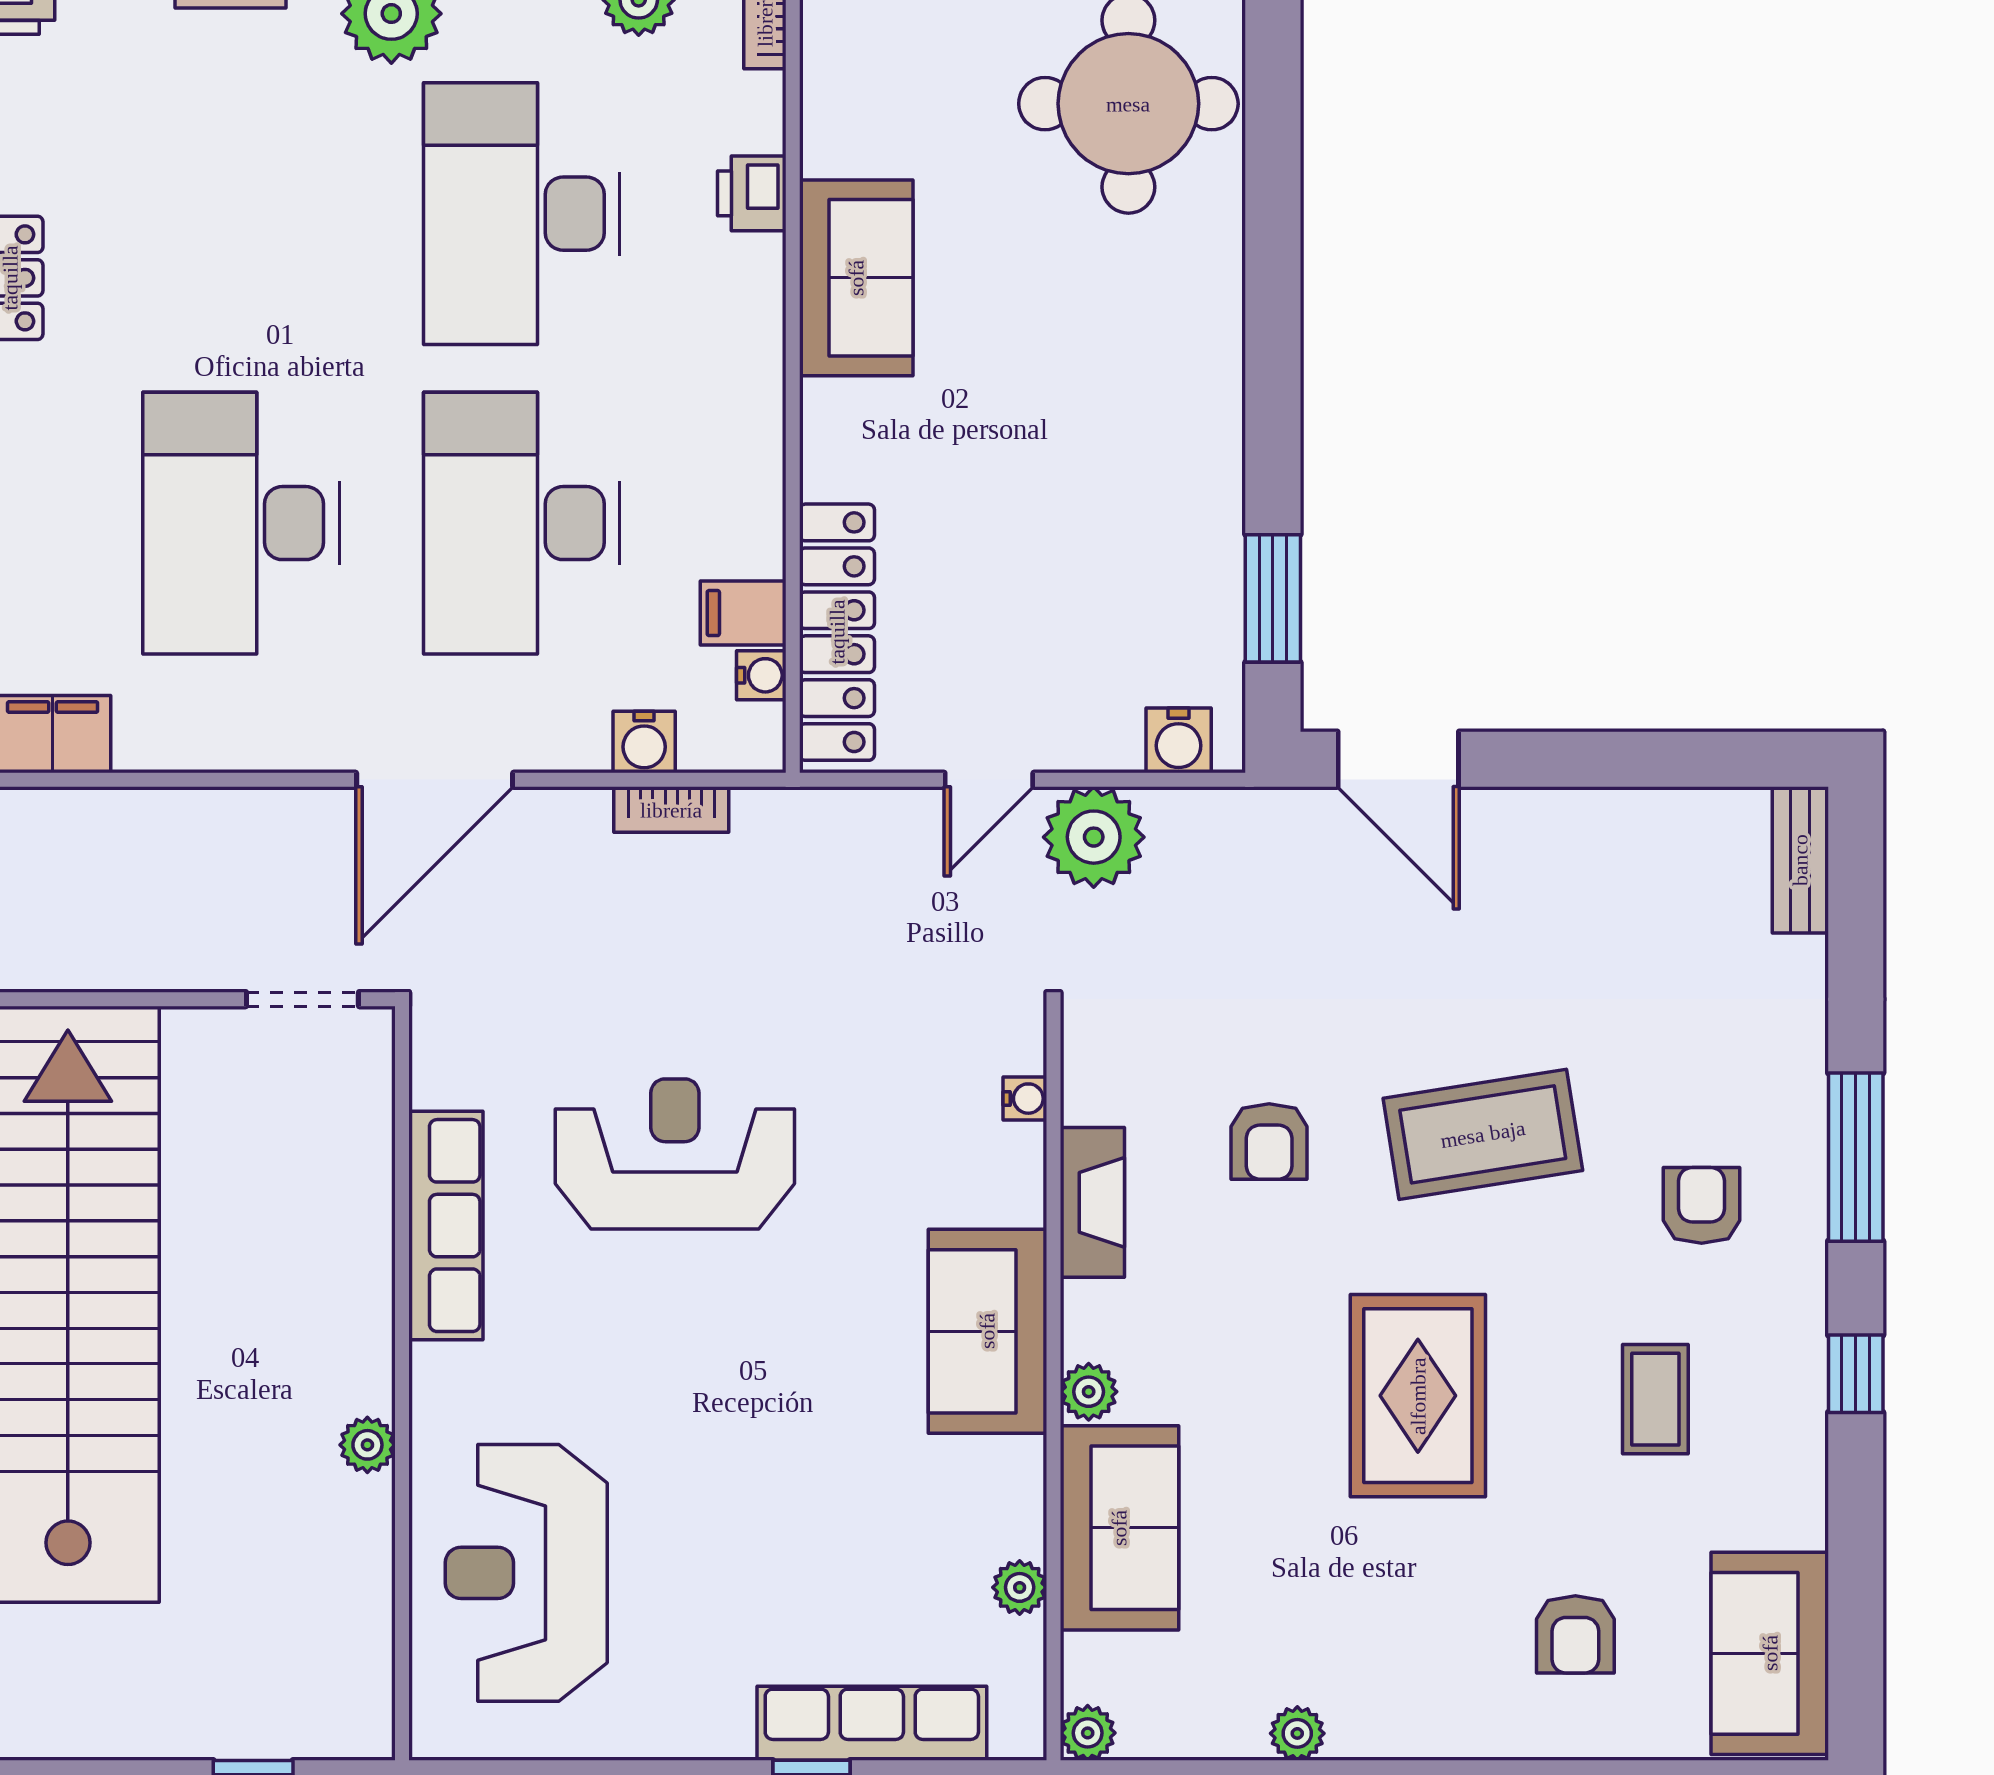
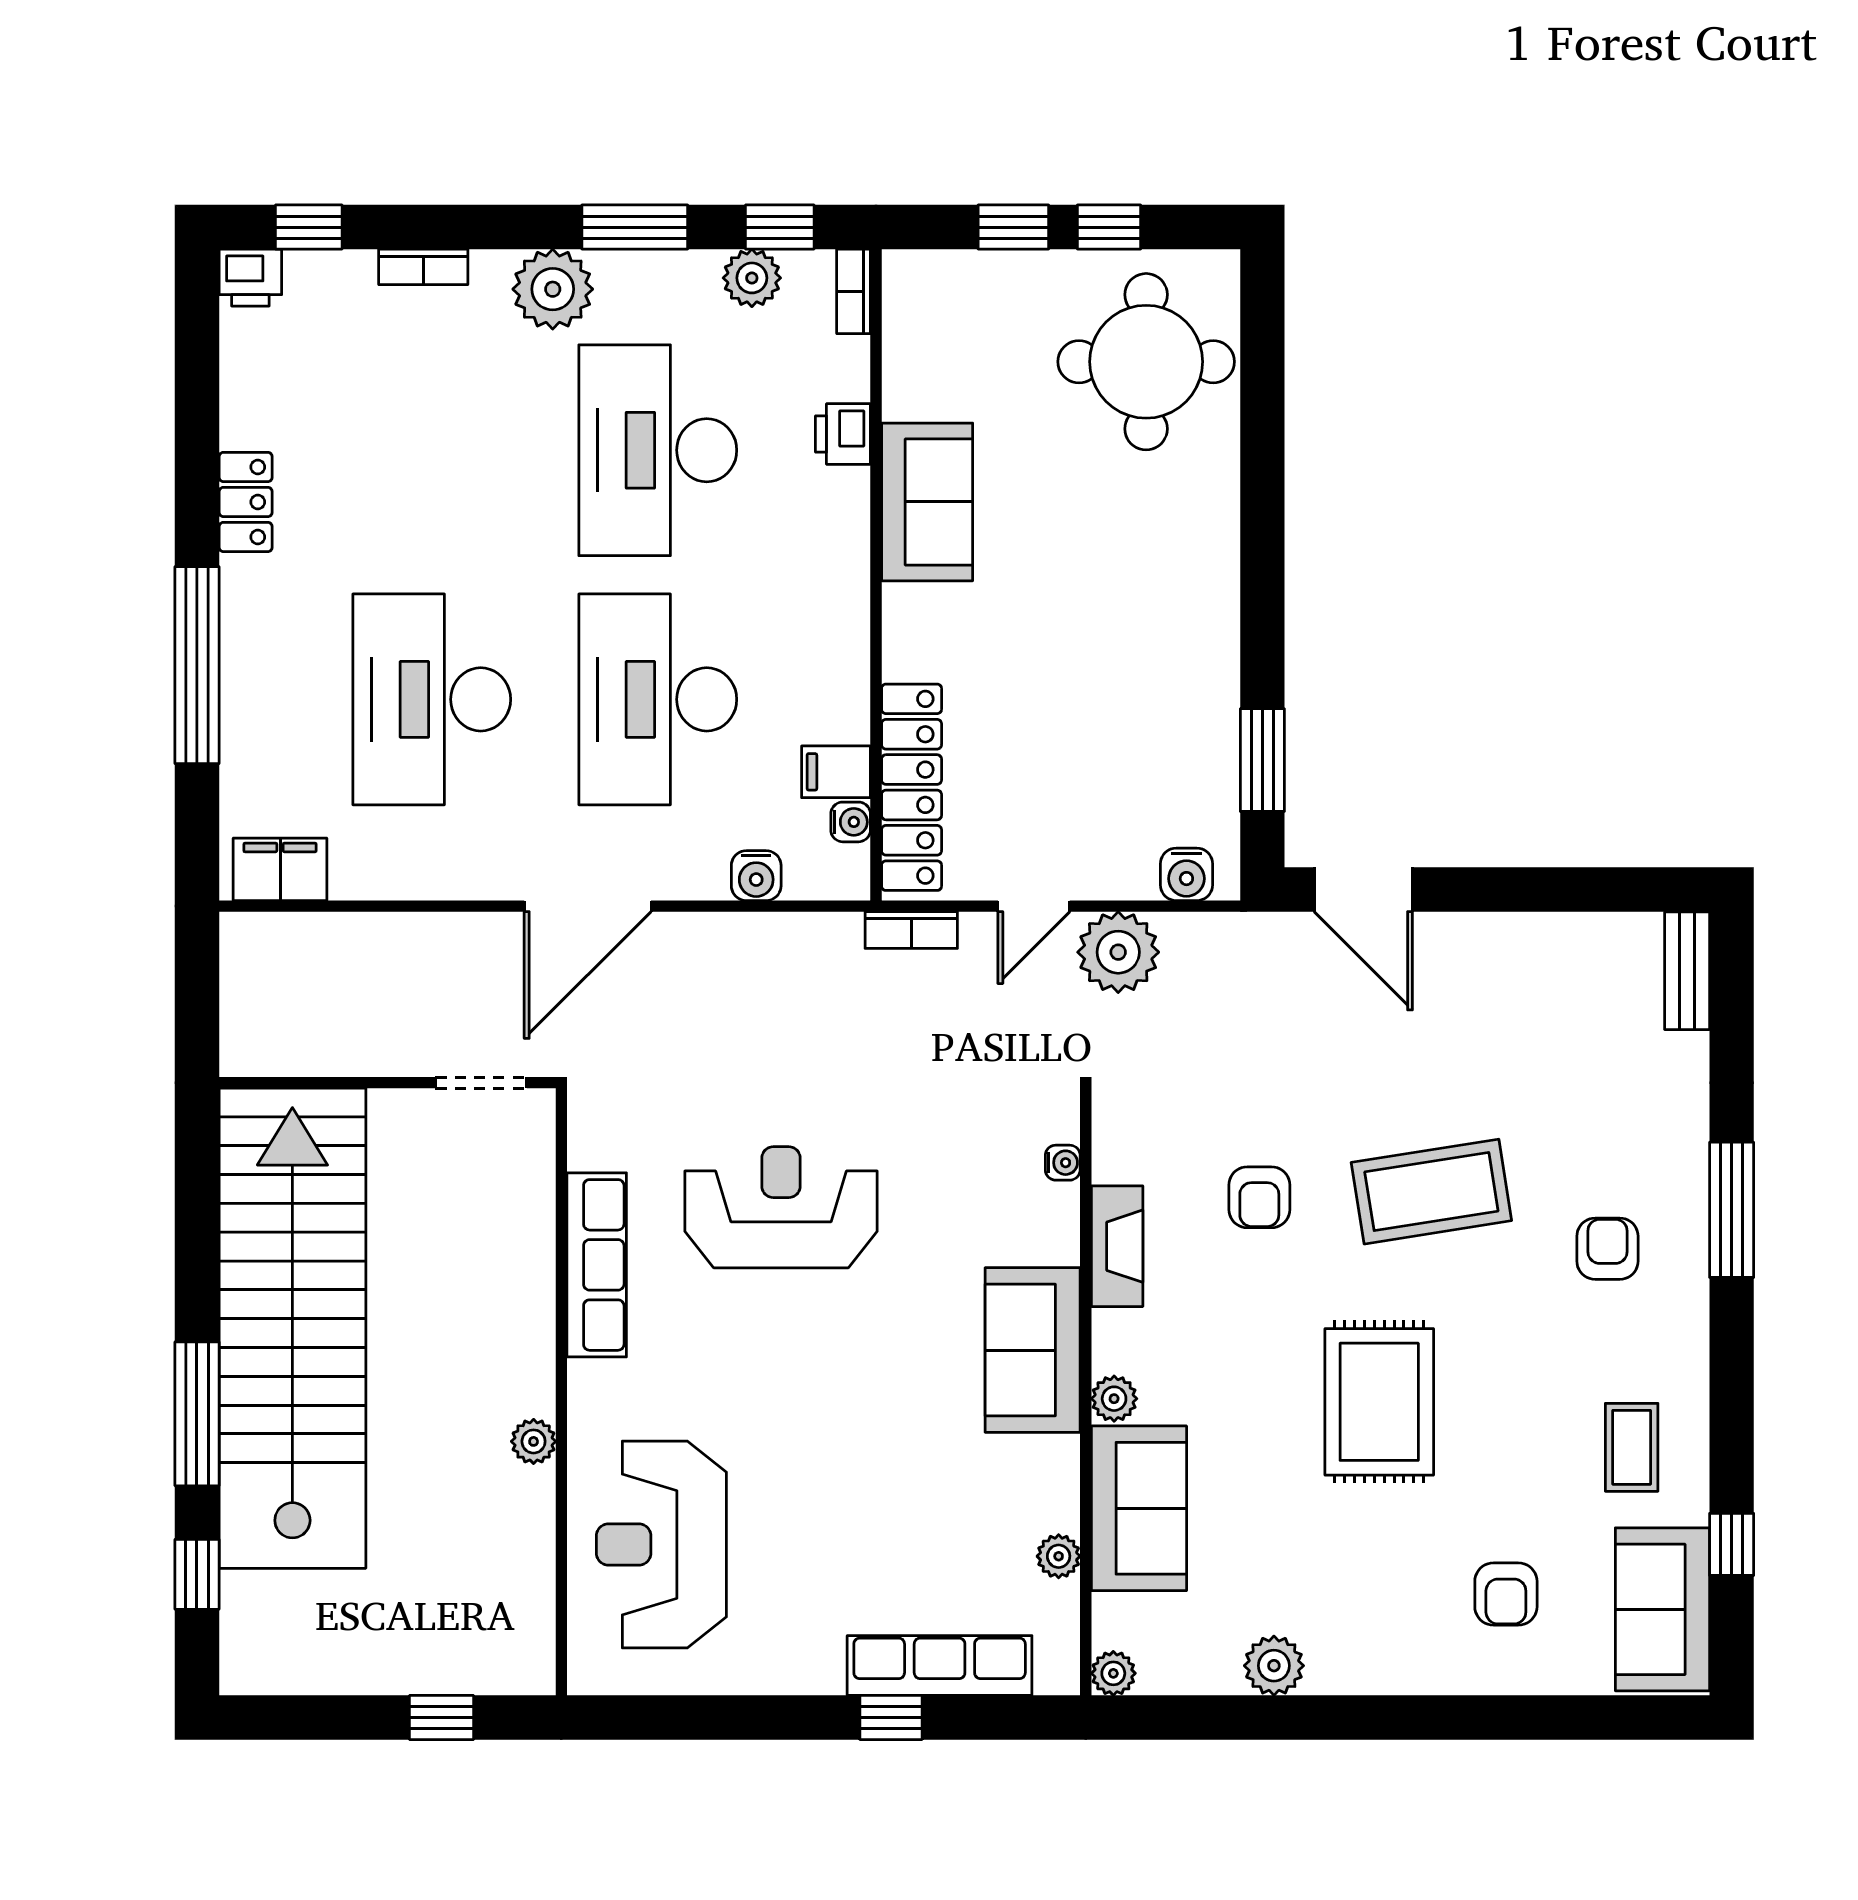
bookcase: (671, 810) -> (911, 930), moved
window: (1856, 1374) -> (1732, 1544), moved
coffee table: (1655, 1399) -> (1632, 1447), moved
plant: (1297, 1733) -> (1274, 1666), width x1.38, depth x1.38

